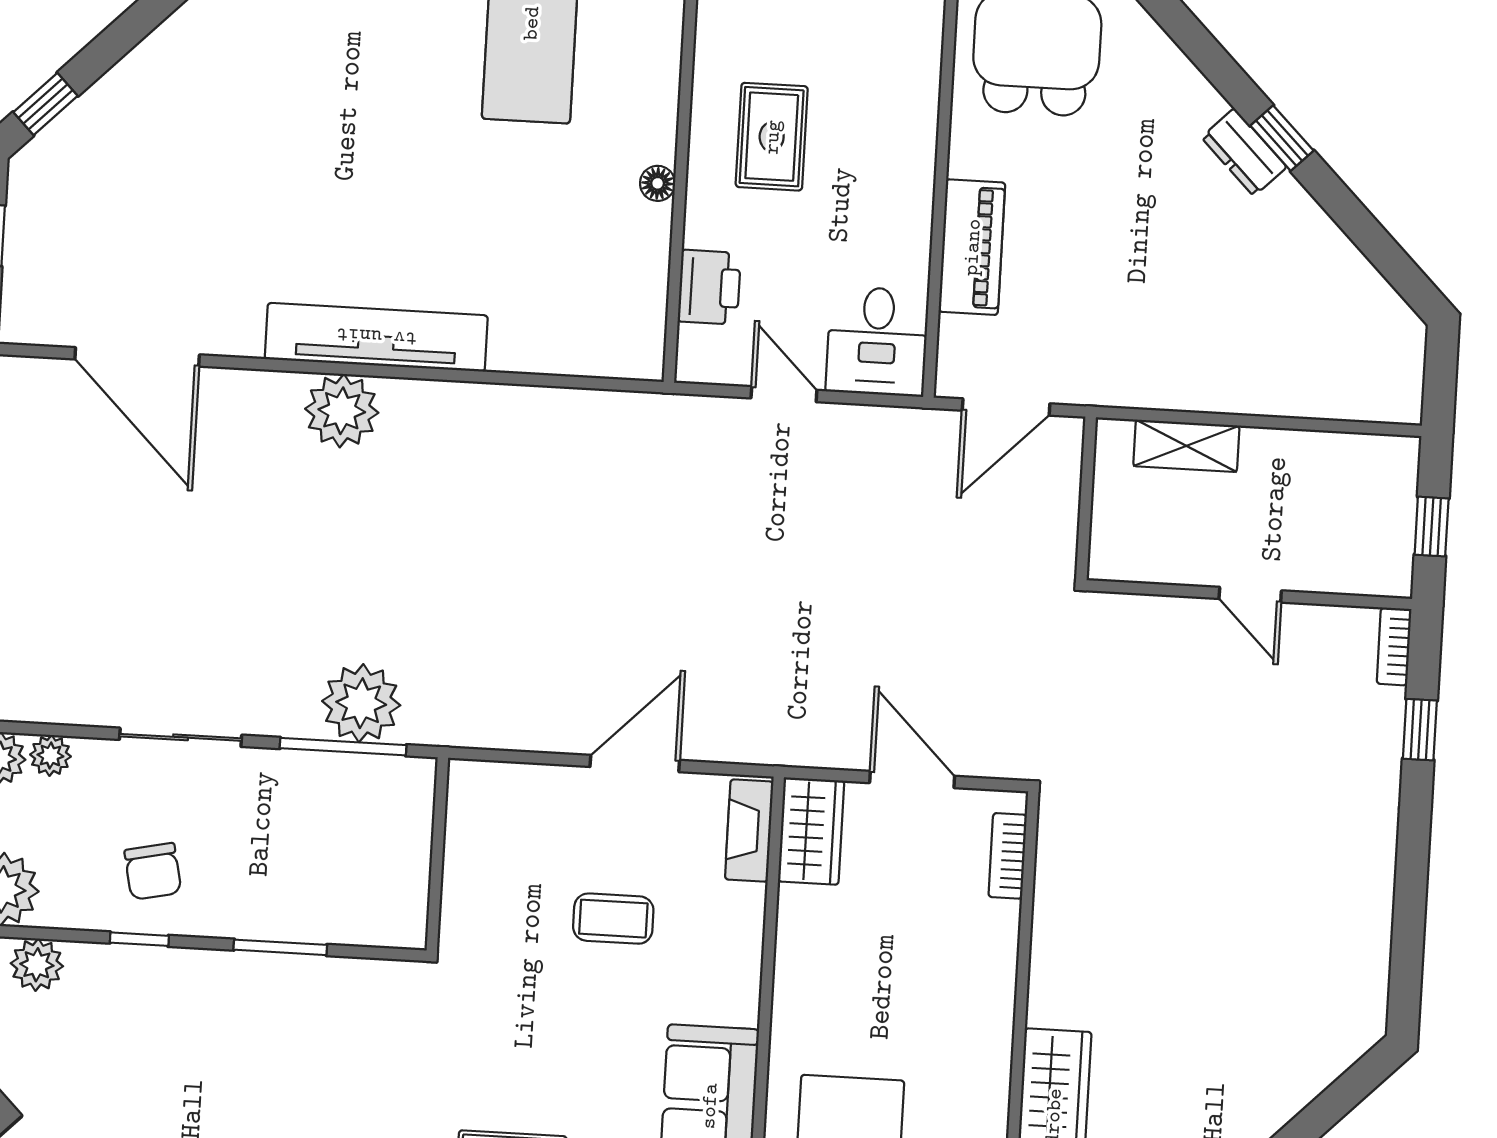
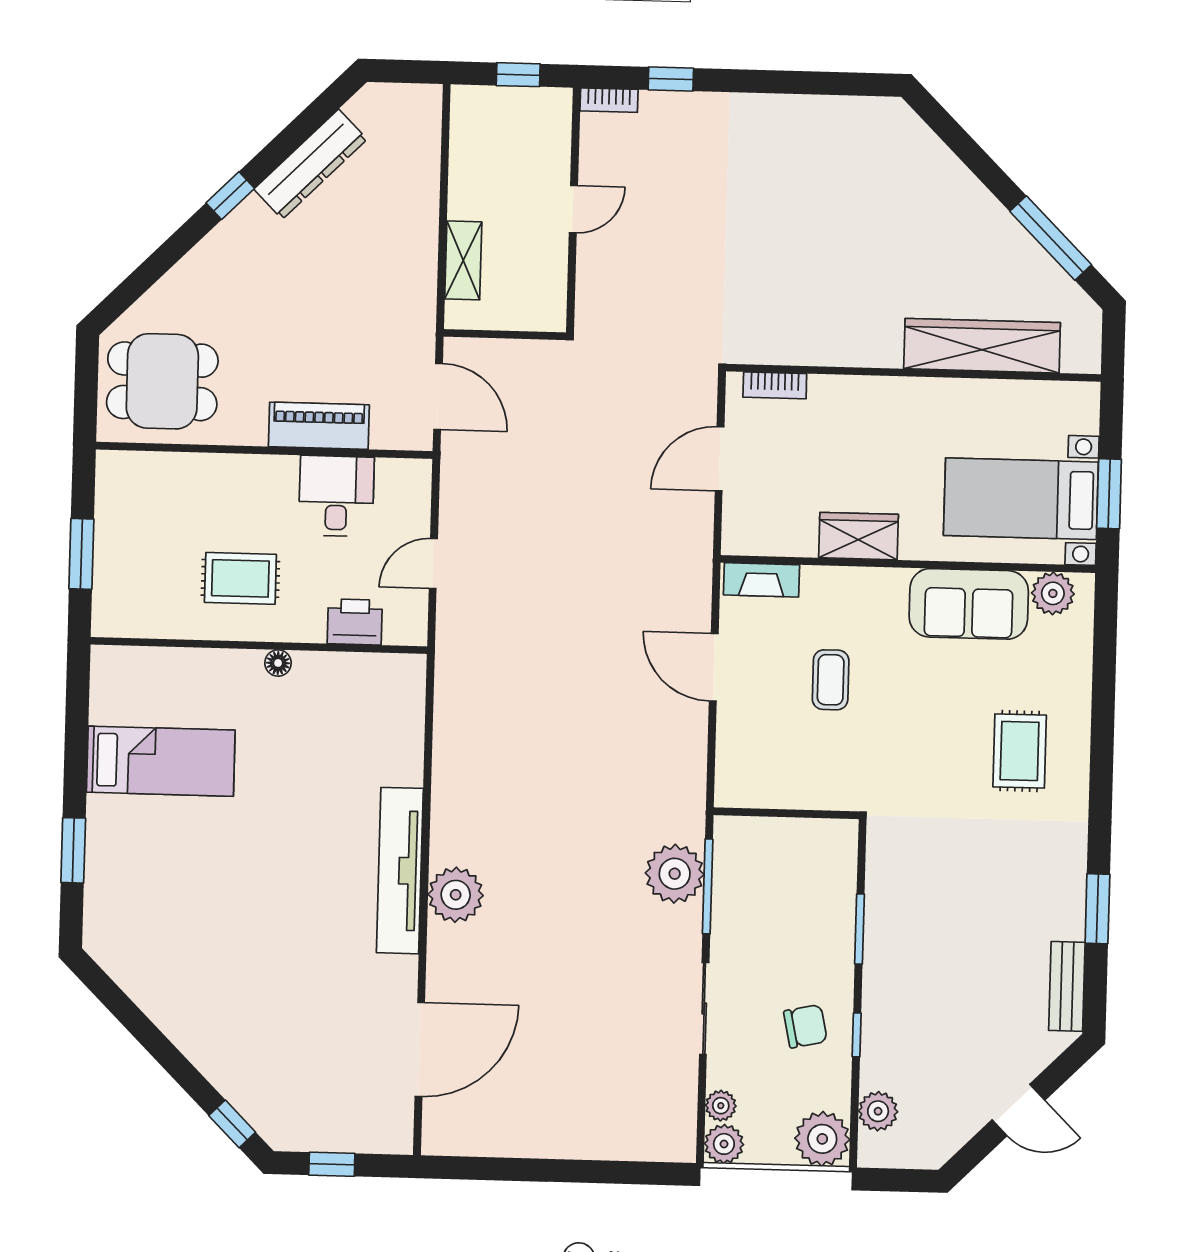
dresser: (1244, 152) -> (310, 164), moved, width x1.96, depth x1.24
desk: (877, 341) -> (336, 496), moved, turned -90
wardrobe: (811, 831) -> (858, 536), moved

